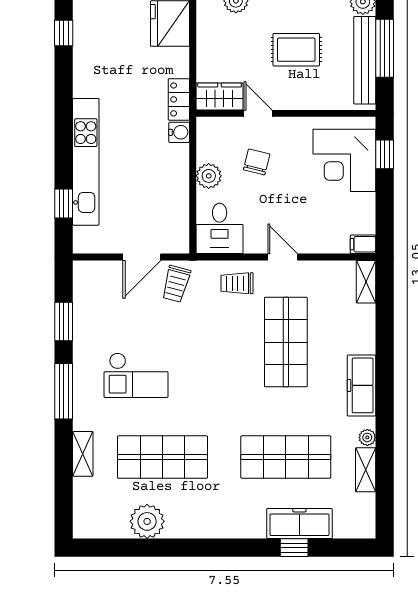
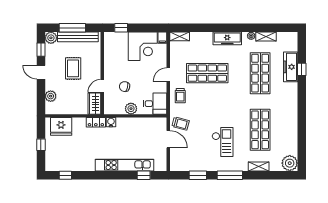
corner desk: (344, 160) -> (143, 46), moved
plant: (147, 521) -> (290, 163), moved

